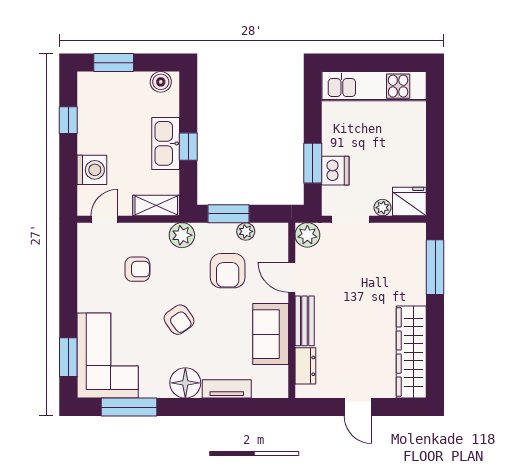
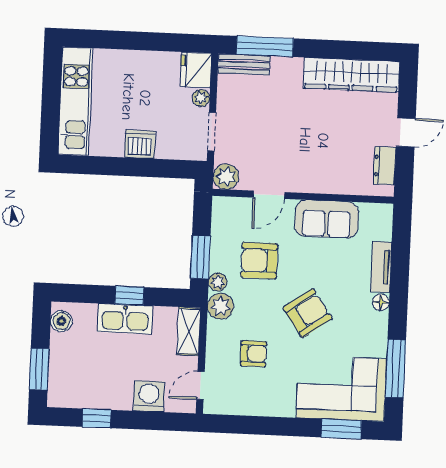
window: (313, 163) -> (152, 168), removed
dishwasher: (335, 171) -> (140, 144), moved
door: (104, 219) -> (201, 386), hinge flipped
plant: (246, 231) -> (218, 282), moved
armchair: (137, 269) -> (253, 354), turned 90
armchair: (228, 271) -> (259, 261), turned 180
armchair: (179, 320) -> (307, 313), width x1.38, depth x1.38
bench: (305, 321) -> (244, 65), moved
dresser: (305, 366) -> (385, 166), moved, turned -90
floor lamp: (185, 383) -> (381, 302), width x0.53, depth x0.53

